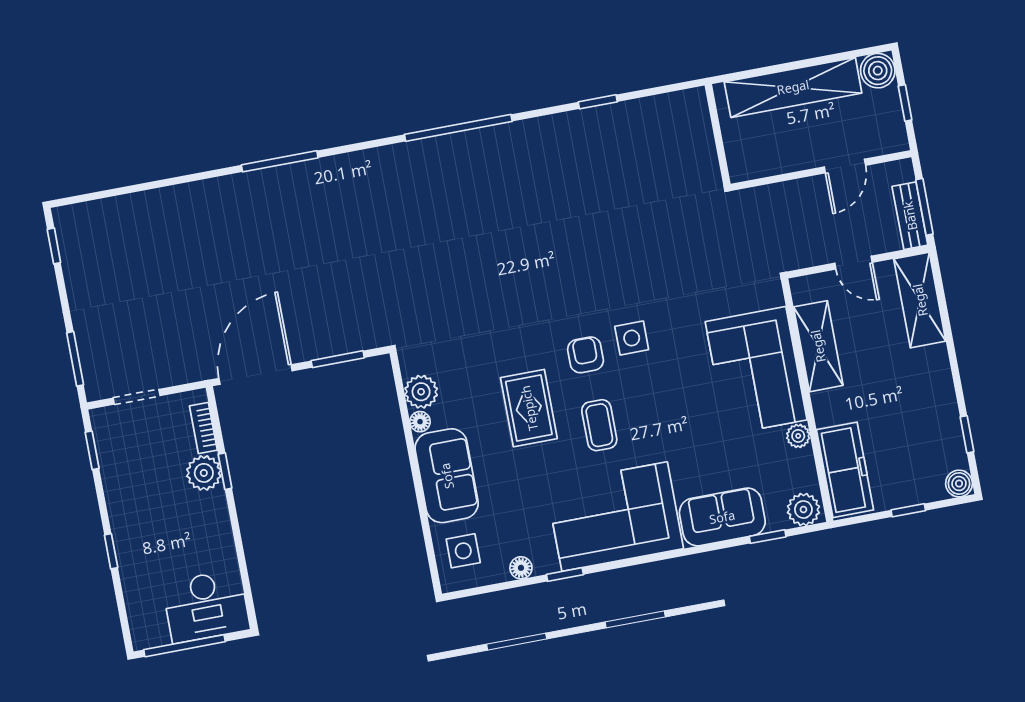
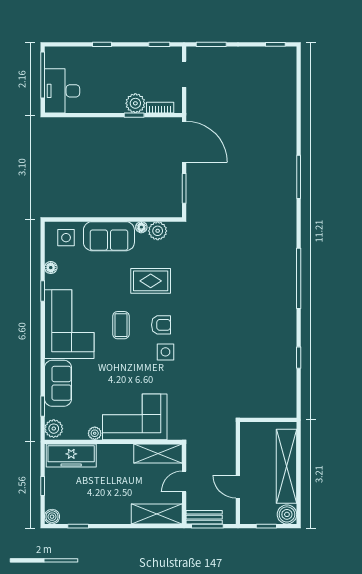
shelving: (818, 346) -> (158, 453), moved
rug: (529, 408) -> (151, 281), moved
coffee table: (599, 425) -> (121, 325), turned 90

